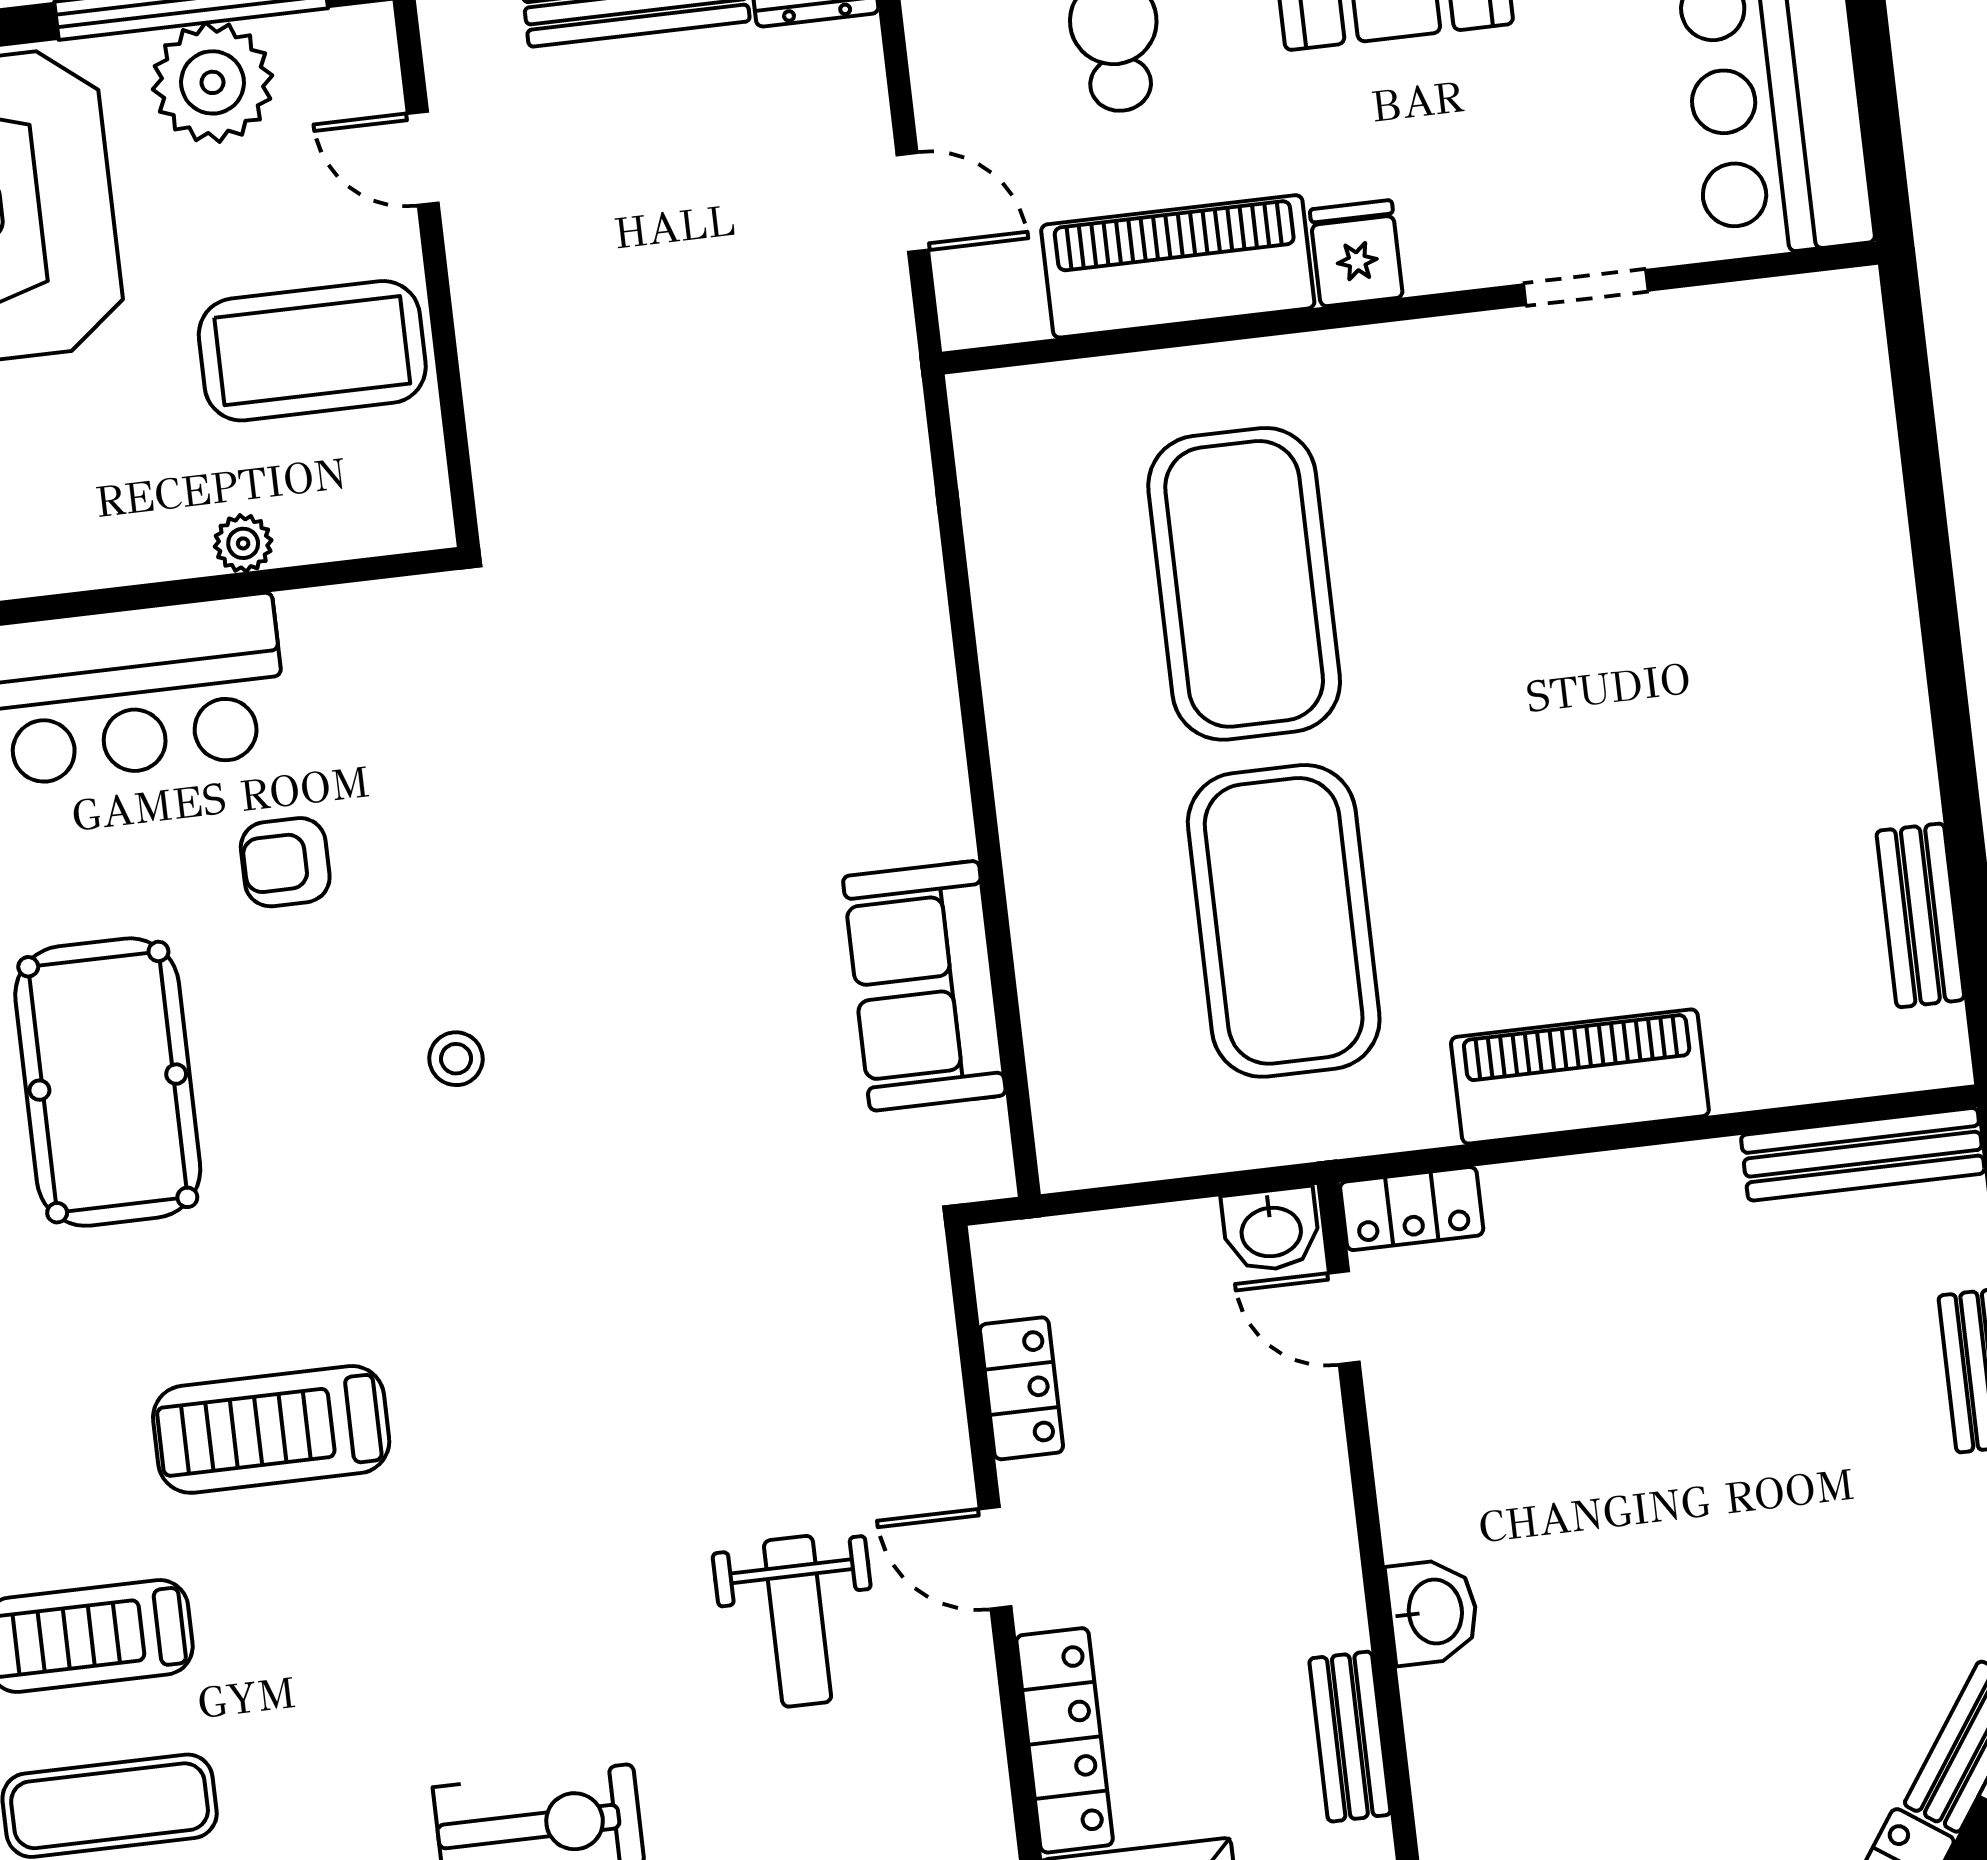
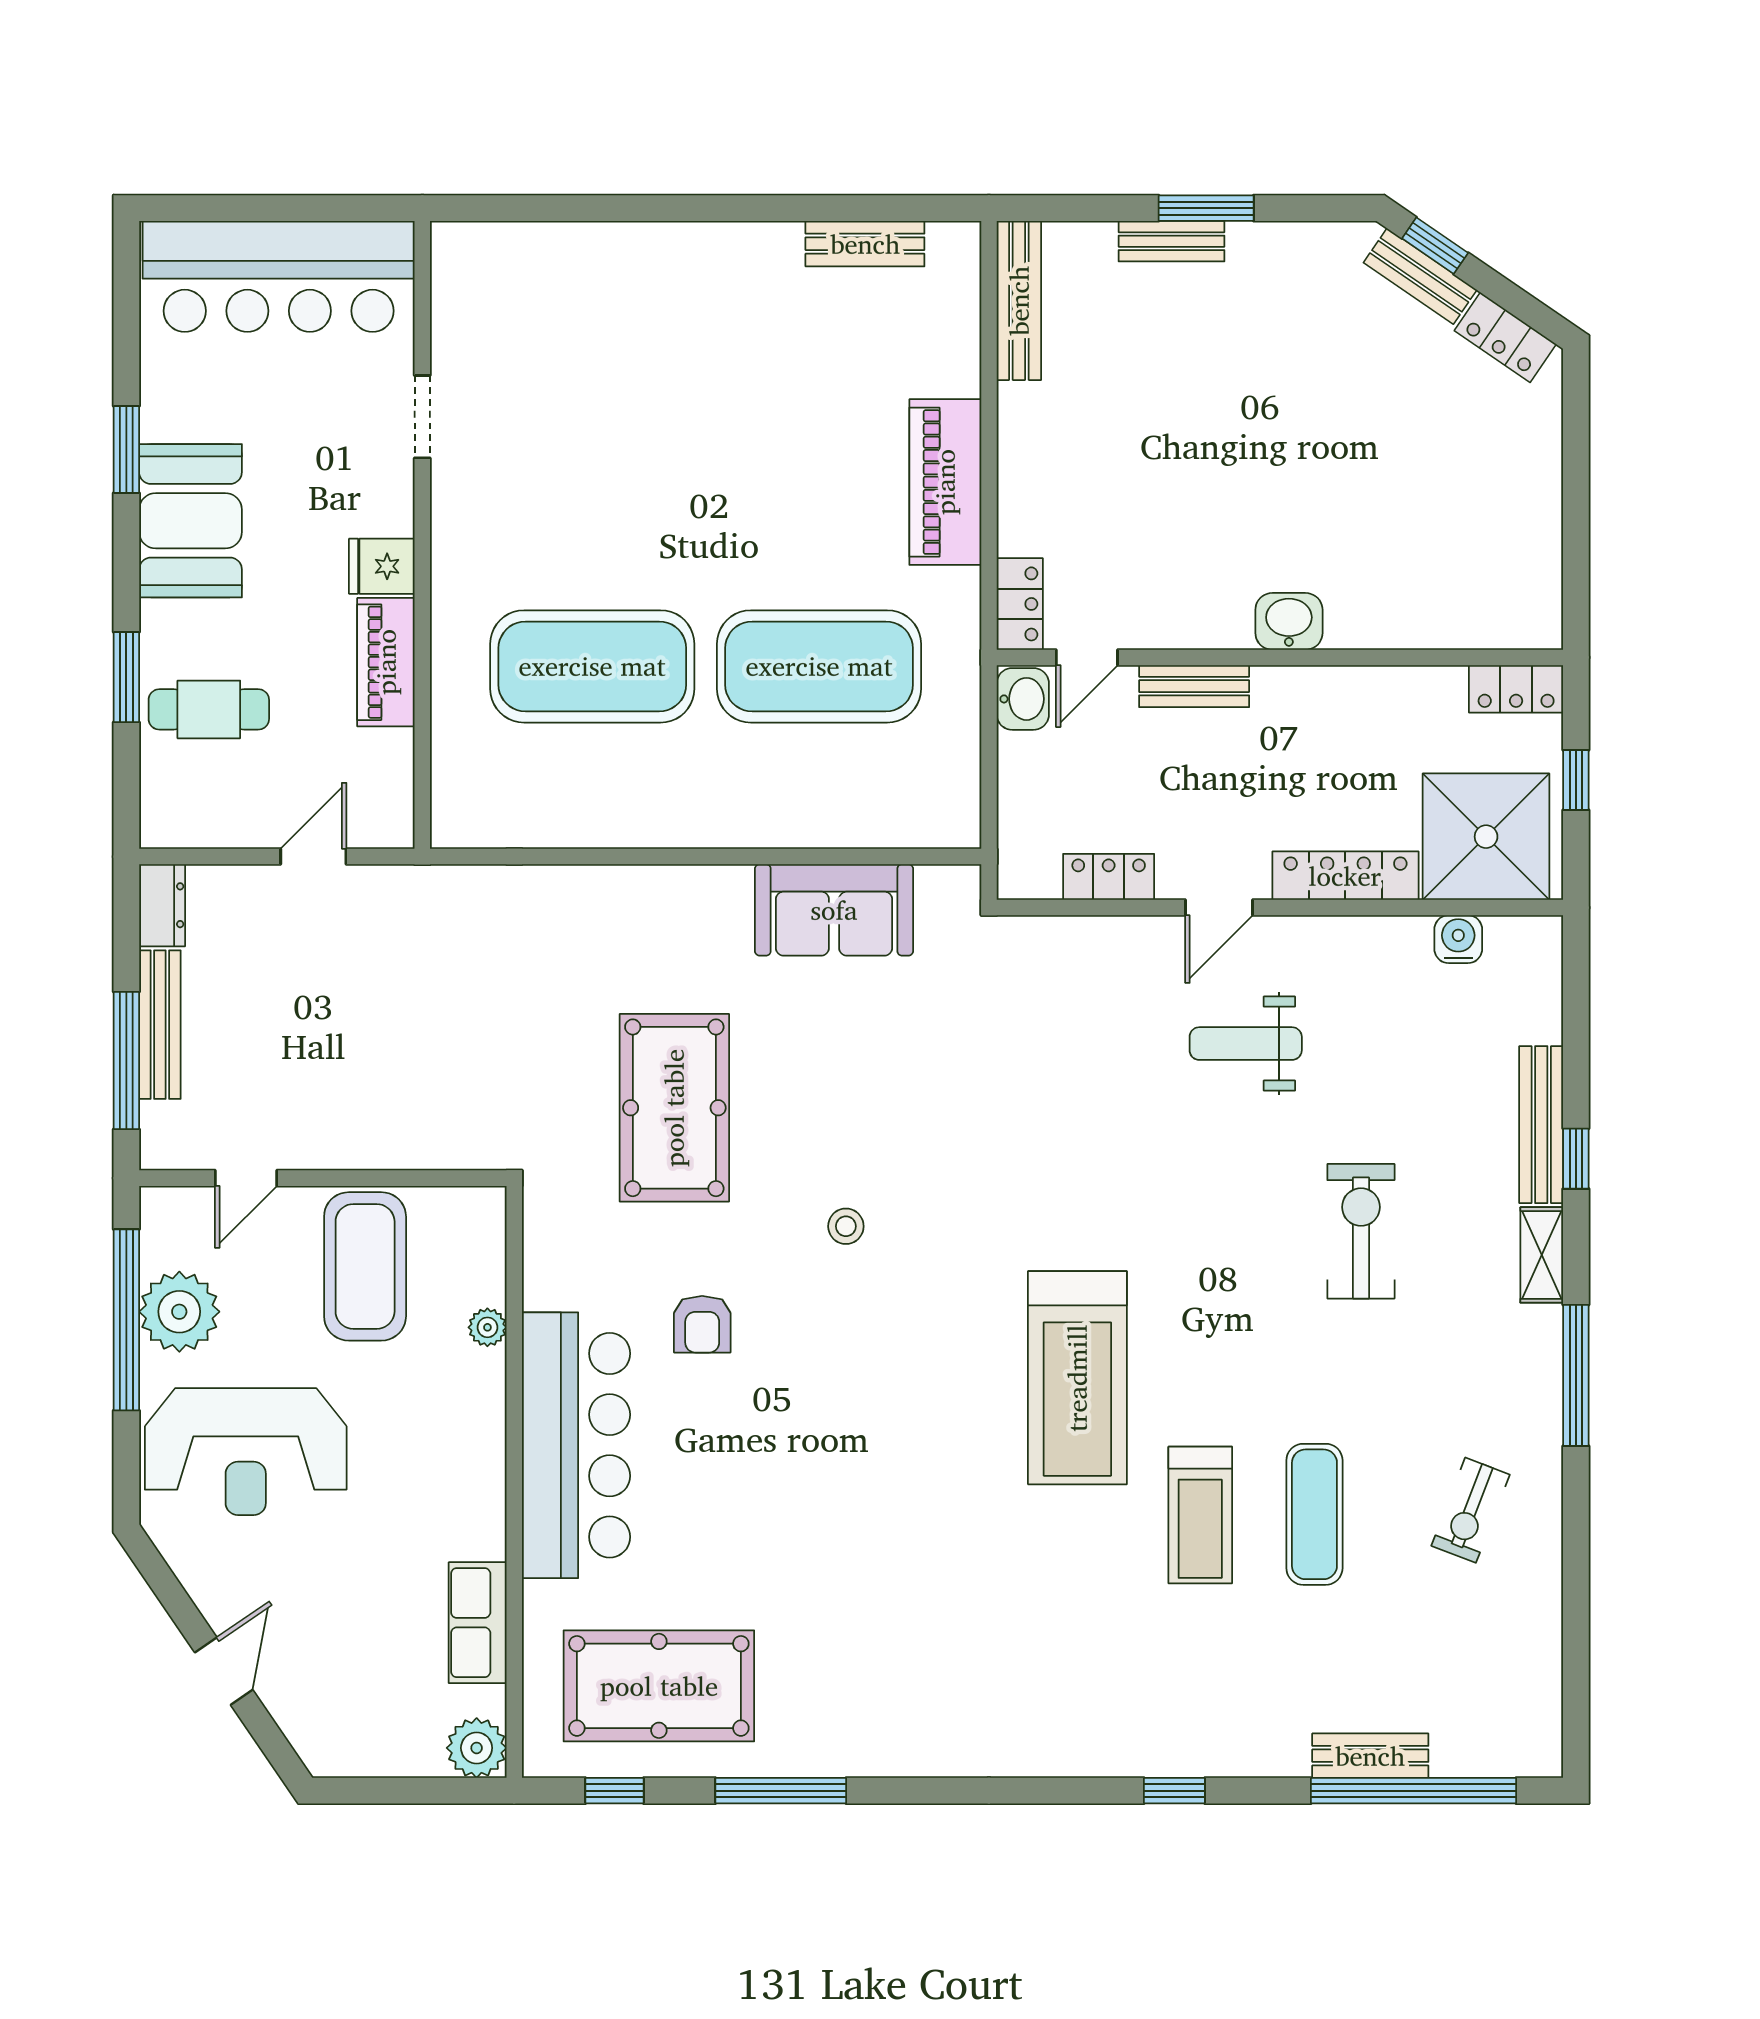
piano: (1178, 266) -> (386, 662), width x0.73, depth x0.75
pool table: (108, 1082) -> (674, 1108), moved, turned 90
treadmill: (271, 1429) -> (1077, 1378), width x1.37, depth x1.38
weight bench: (798, 1621) -> (1246, 1044), turned 180
bench: (1350, 1737) -> (1194, 686), moved

